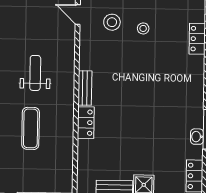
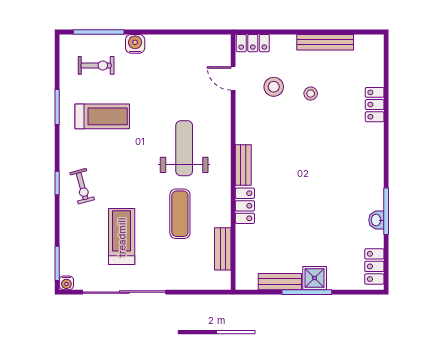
weight bench: (35, 73) -> (184, 148), width x1.36, depth x1.33
bench: (66, 159) -> (223, 249), added

